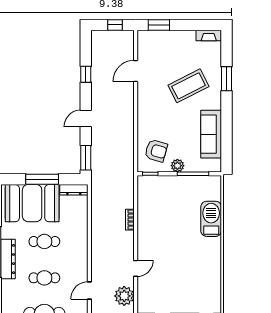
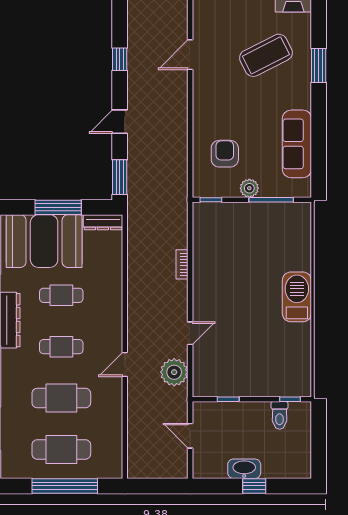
coffee table: (189, 86) -> (266, 55), moved
armchair: (156, 151) -> (225, 154), moved, turned -106
barbecue: (211, 219) -> (297, 297), moved

